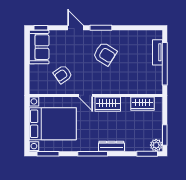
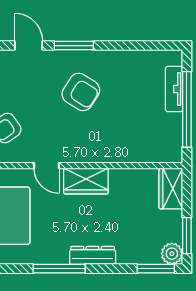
wardrobe: (143, 104) -> (171, 189), moved, turned 90

